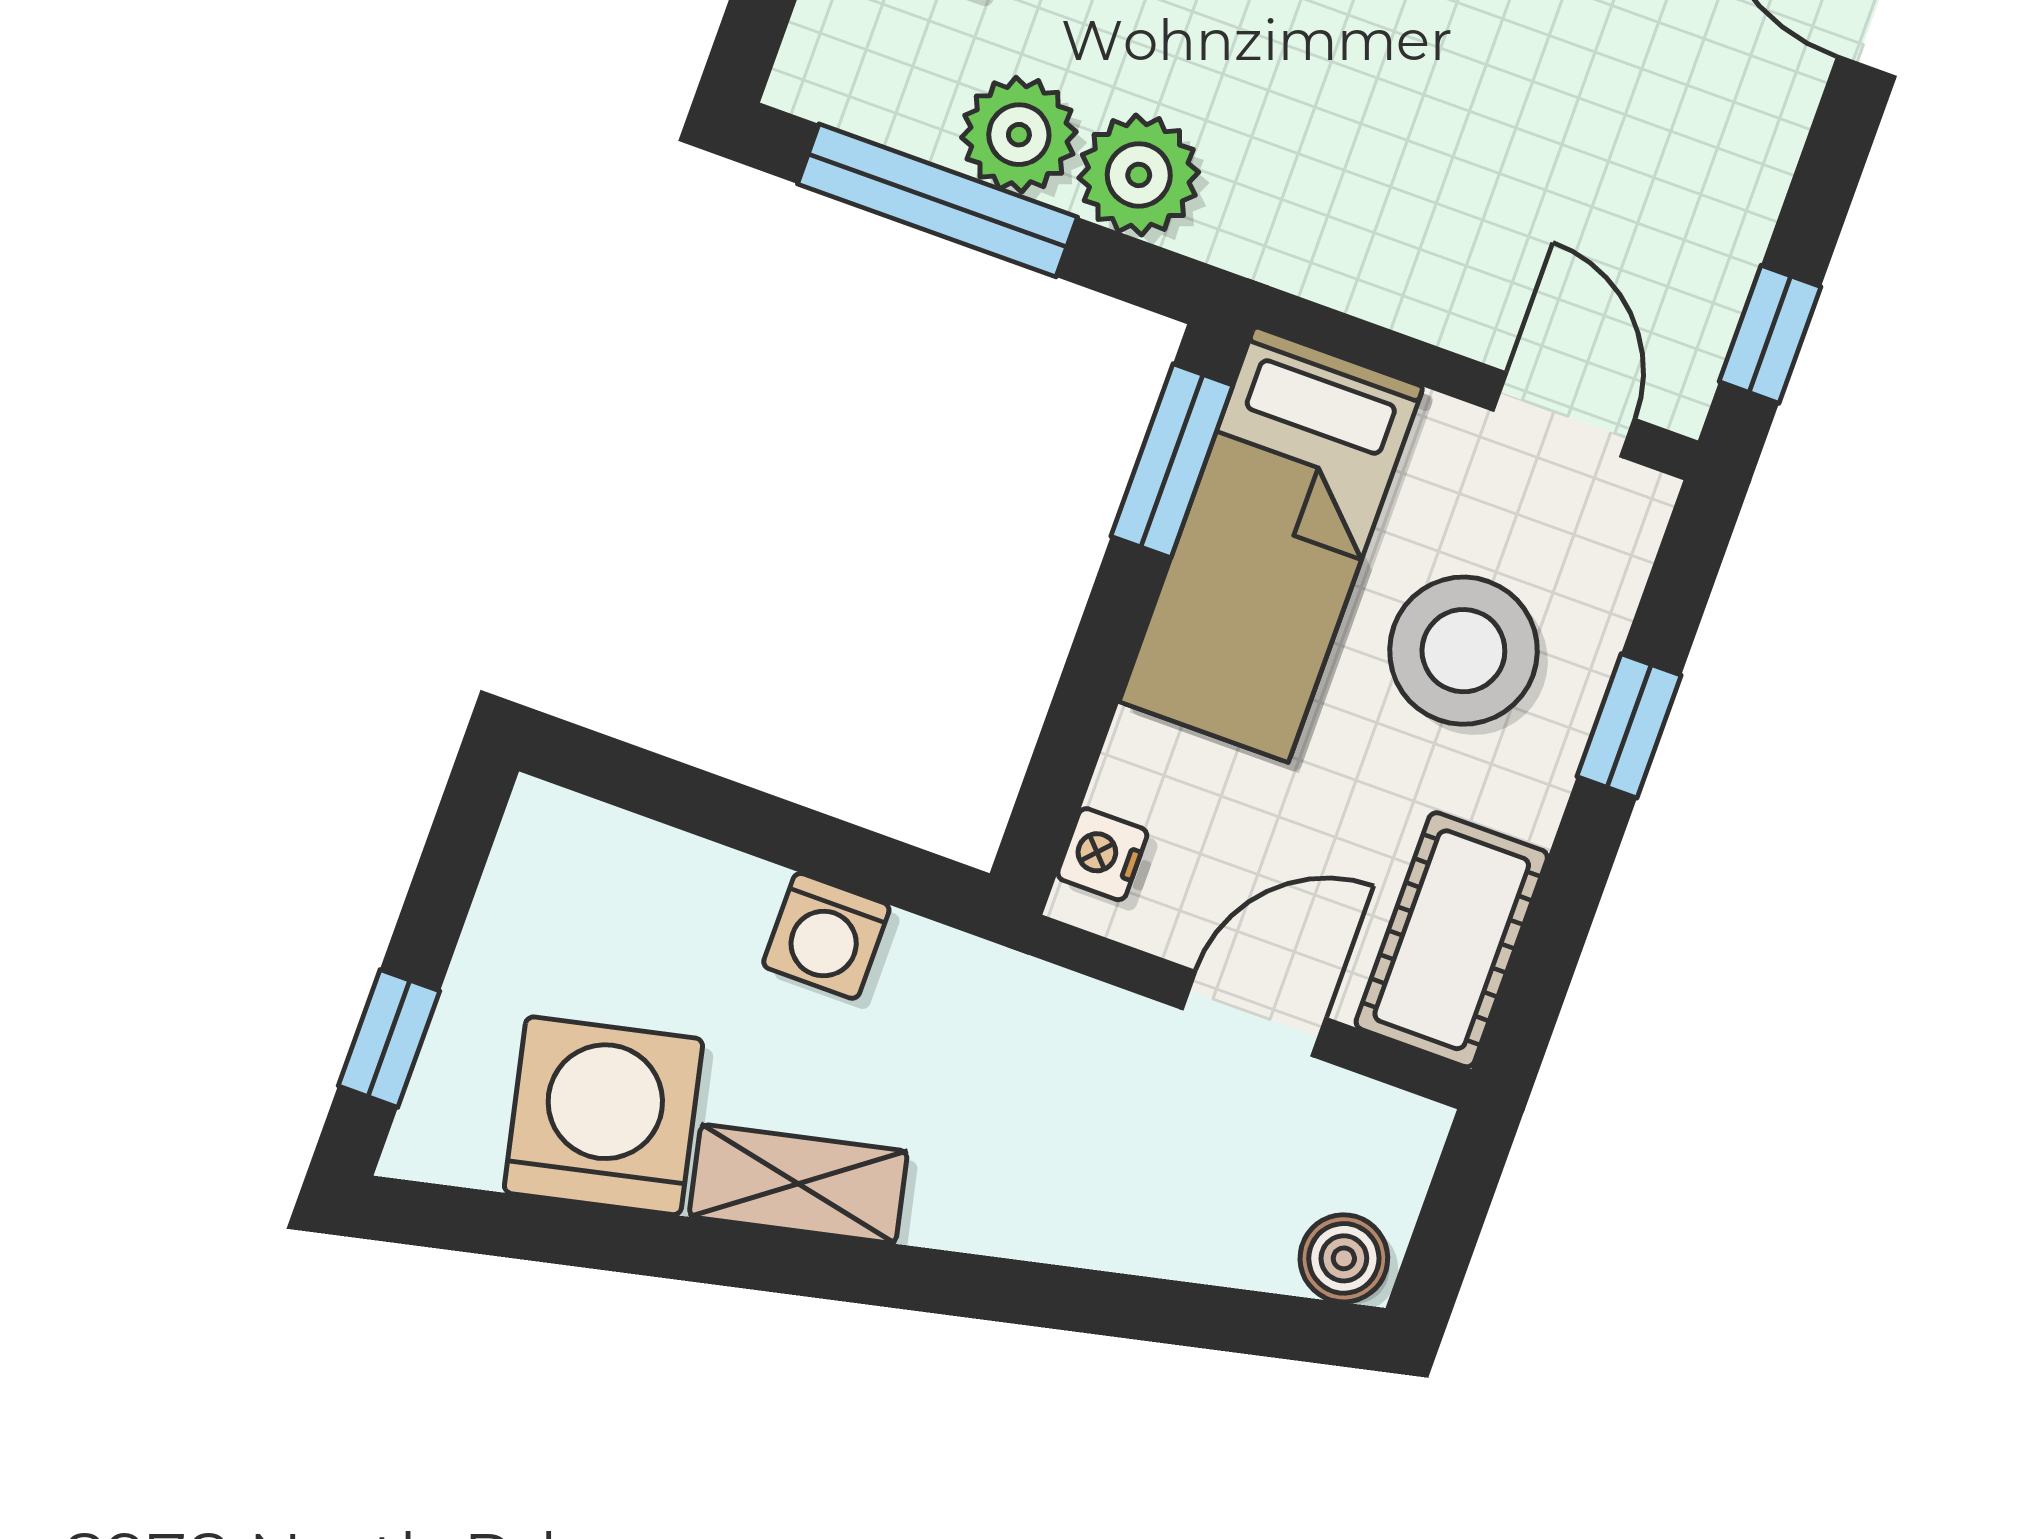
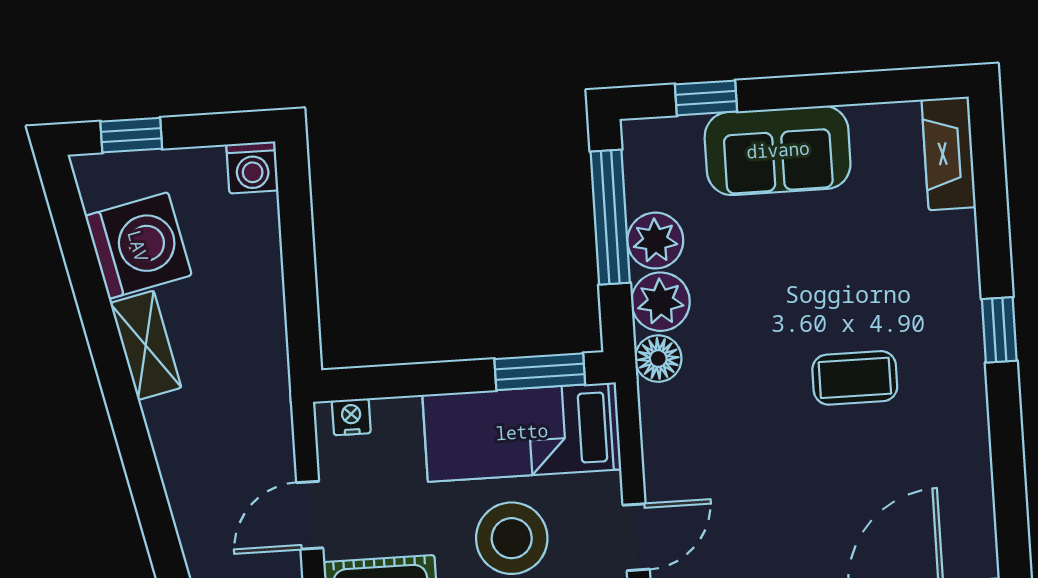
floor lamp: (1244, 226) -> (658, 359), added
washing machine: (826, 936) -> (252, 167), moved, turned -90
door: (1254, 1013) -> (310, 515), swing flipped

